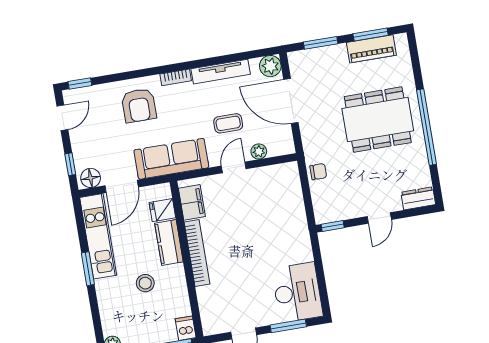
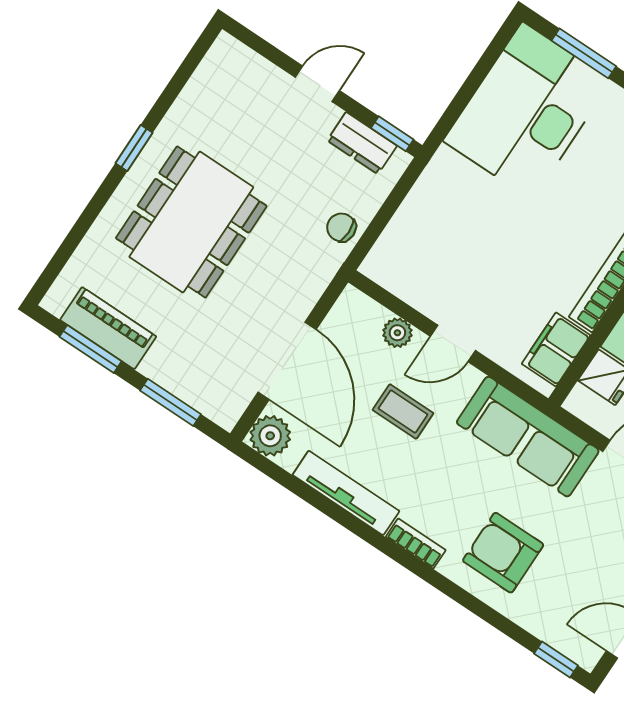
armchair: (139, 105) -> (503, 553), turned -90
dining table: (378, 120) -> (191, 222), turned 90
window: (426, 127) -> (134, 148), width x0.32
dresser: (418, 198) -> (362, 143), moved
desk: (297, 292) -> (527, 111), width x1.36, depth x1.30

